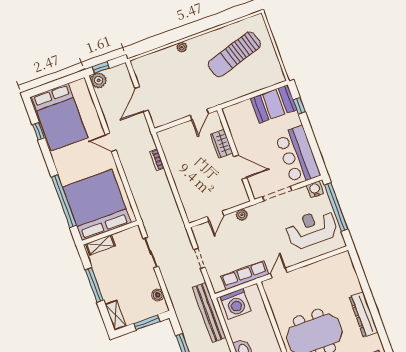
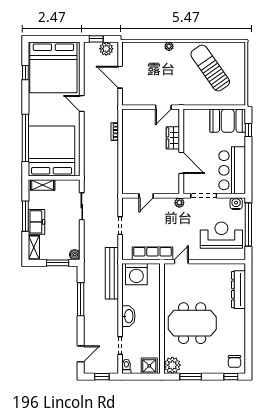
sun lounger: (234, 54) -> (210, 68), turned 72
plant: (99, 80) -> (106, 49), moved
door: (141, 99) -> (120, 77), hinge flipped
bed: (60, 117) -> (53, 67), width x1.36
plant: (242, 215) -> (179, 203), moved
freezer: (108, 287) -> (37, 222), added
boiler: (158, 295) -> (75, 255), moved
dresser: (363, 315) -> (239, 290), moved

